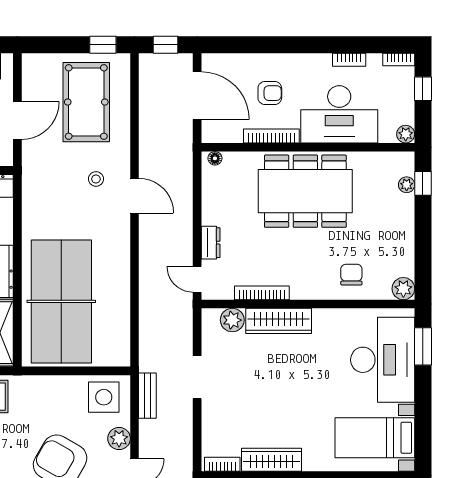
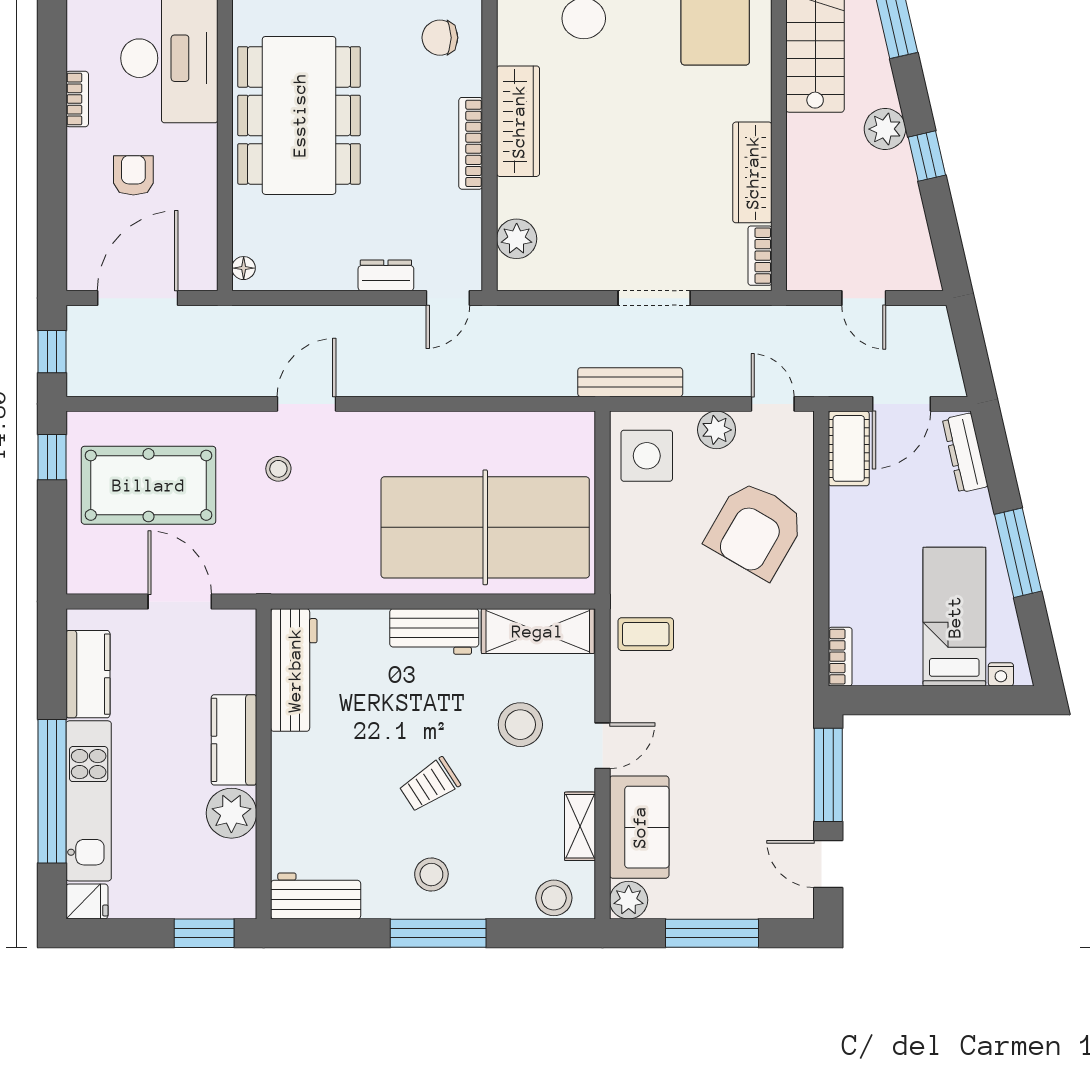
bookcase: (349, 60) -> (77, 99), moved
bookcase: (271, 136) -> (206, 173), removed
bookcase: (262, 293) -> (471, 143), moved
wardrobe: (279, 321) -> (518, 121), moved
doorway: (197, 377) -> (654, 298), moved
bench: (147, 396) -> (630, 382), width x1.36

